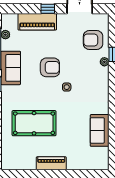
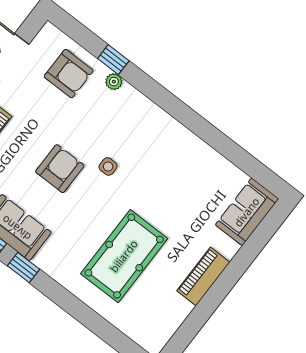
armchair: (93, 40) -> (69, 74), turned -90
sofa: (100, 130) -> (247, 212), moved, turned 90

